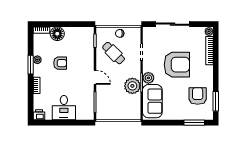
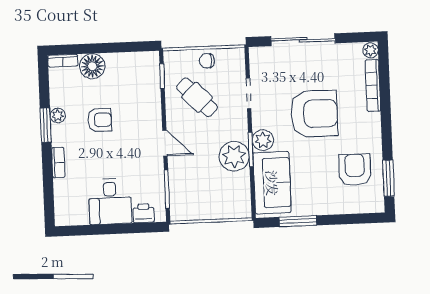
printer: (39, 115) -> (144, 213), moved
window: (194, 123) -> (298, 221), moved

